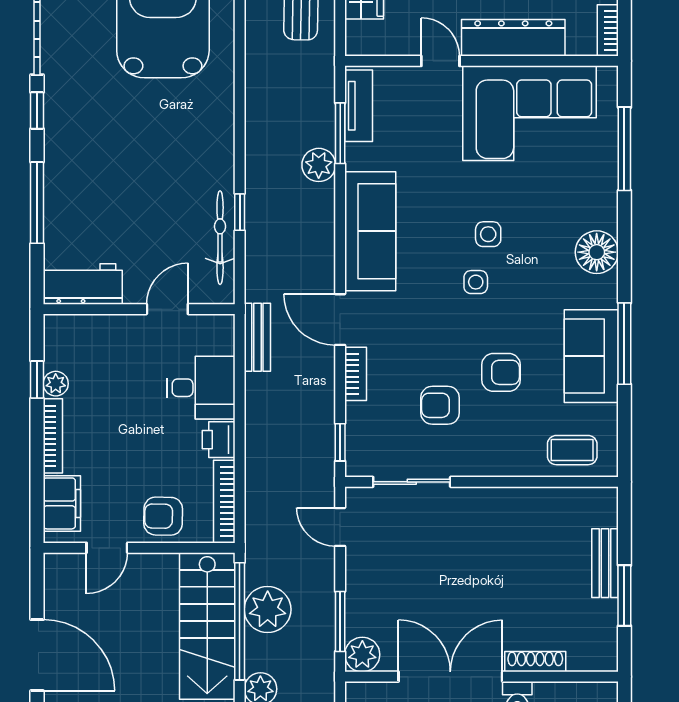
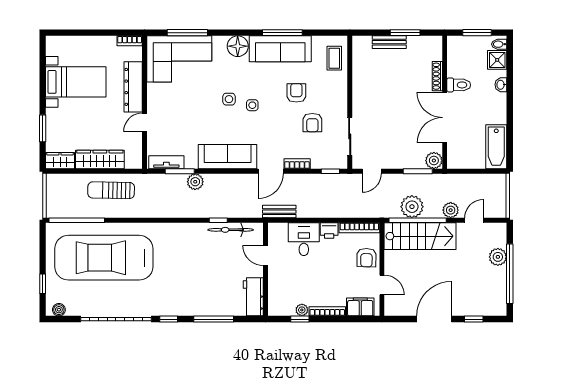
corner sofa: (529, 113) -> (179, 59), moved, turned 90
sofa: (591, 356) -> (280, 49), width x1.36

